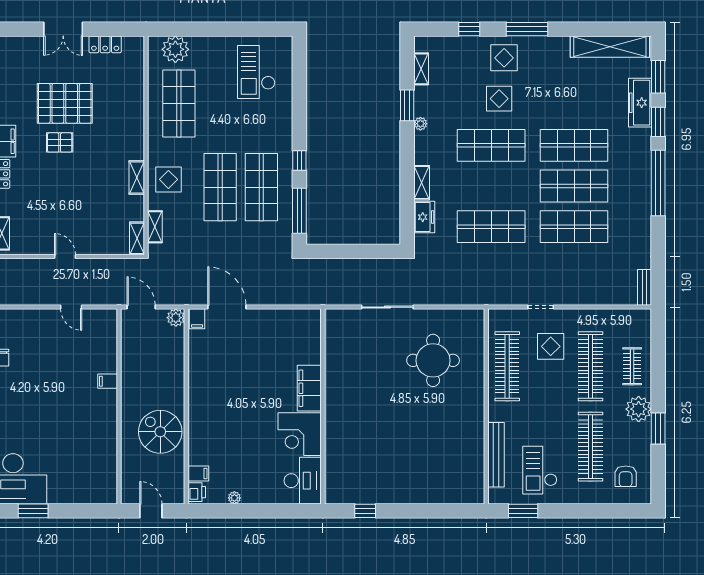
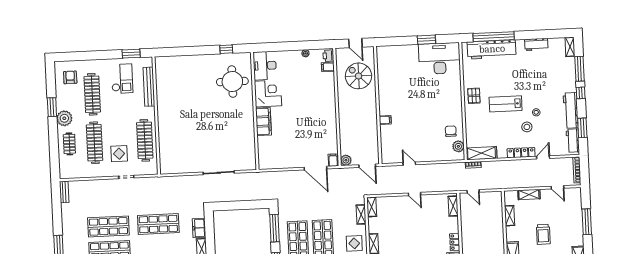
round table: (433, 360) -> (232, 82), moved
spiral stairs: (160, 432) -> (359, 76), moved, turned 180

